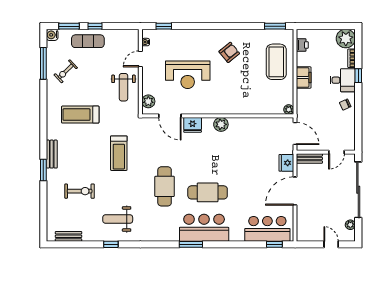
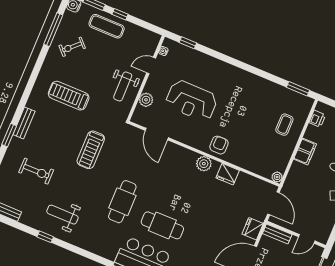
armchair: (229, 52) -> (219, 145), moved, turned -51
coffee table: (276, 62) -> (284, 125), width x0.54, depth x0.58
plant: (148, 101) -> (146, 100), moved
fridge: (193, 125) -> (228, 174), moved

